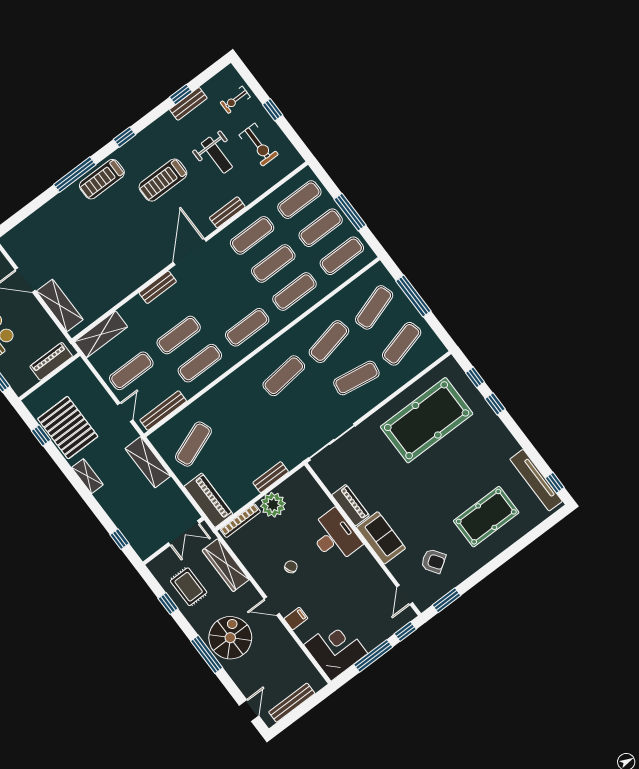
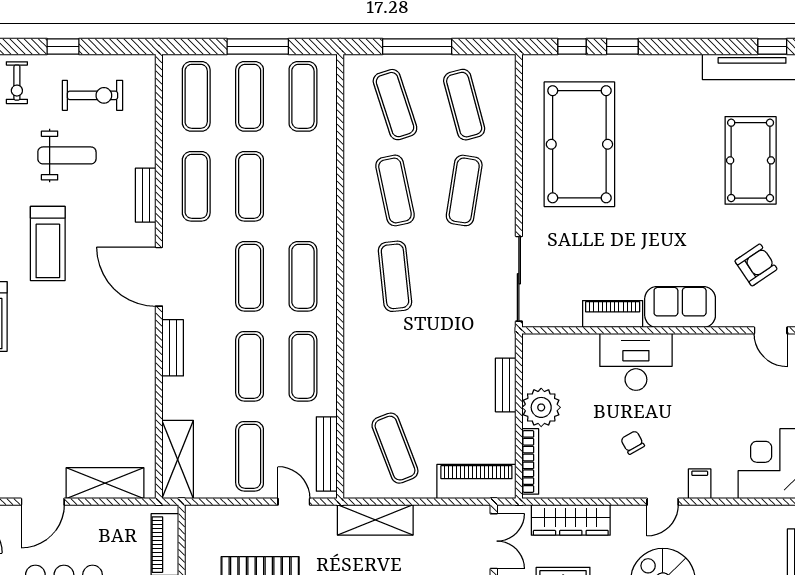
exercise mat: (294, 292) -> (250, 276), moved

